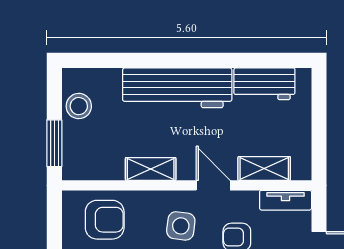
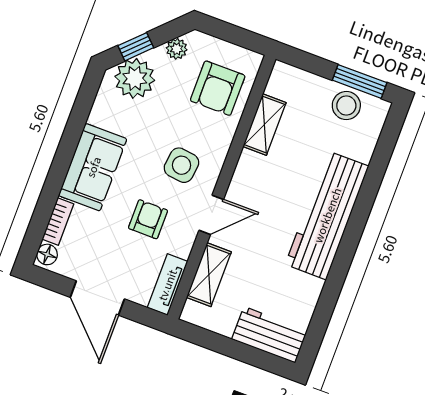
workbench: (264, 84) -> (270, 335), moved, turned 90
window: (54, 143) -> (360, 81), moved
shelving: (151, 169) -> (264, 125), moved

